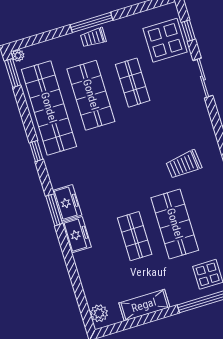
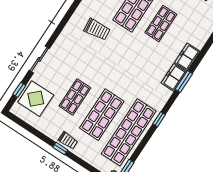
window: (92, 22) -> (60, 149), width x0.46

